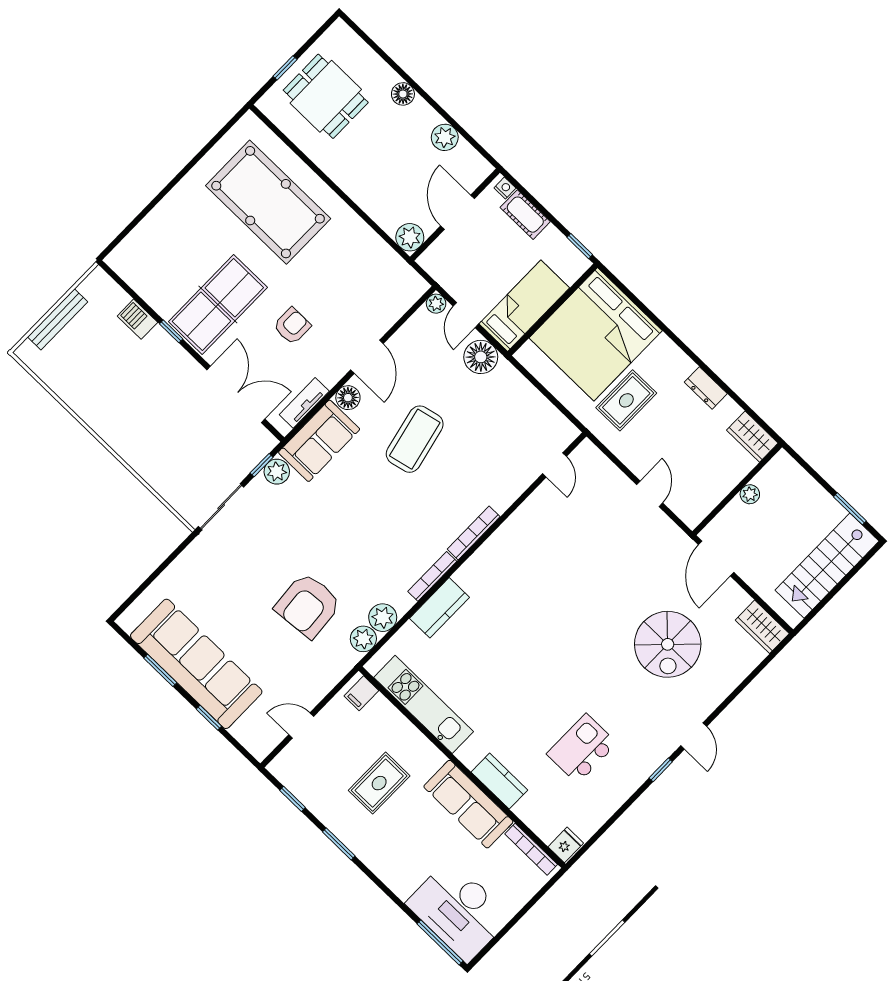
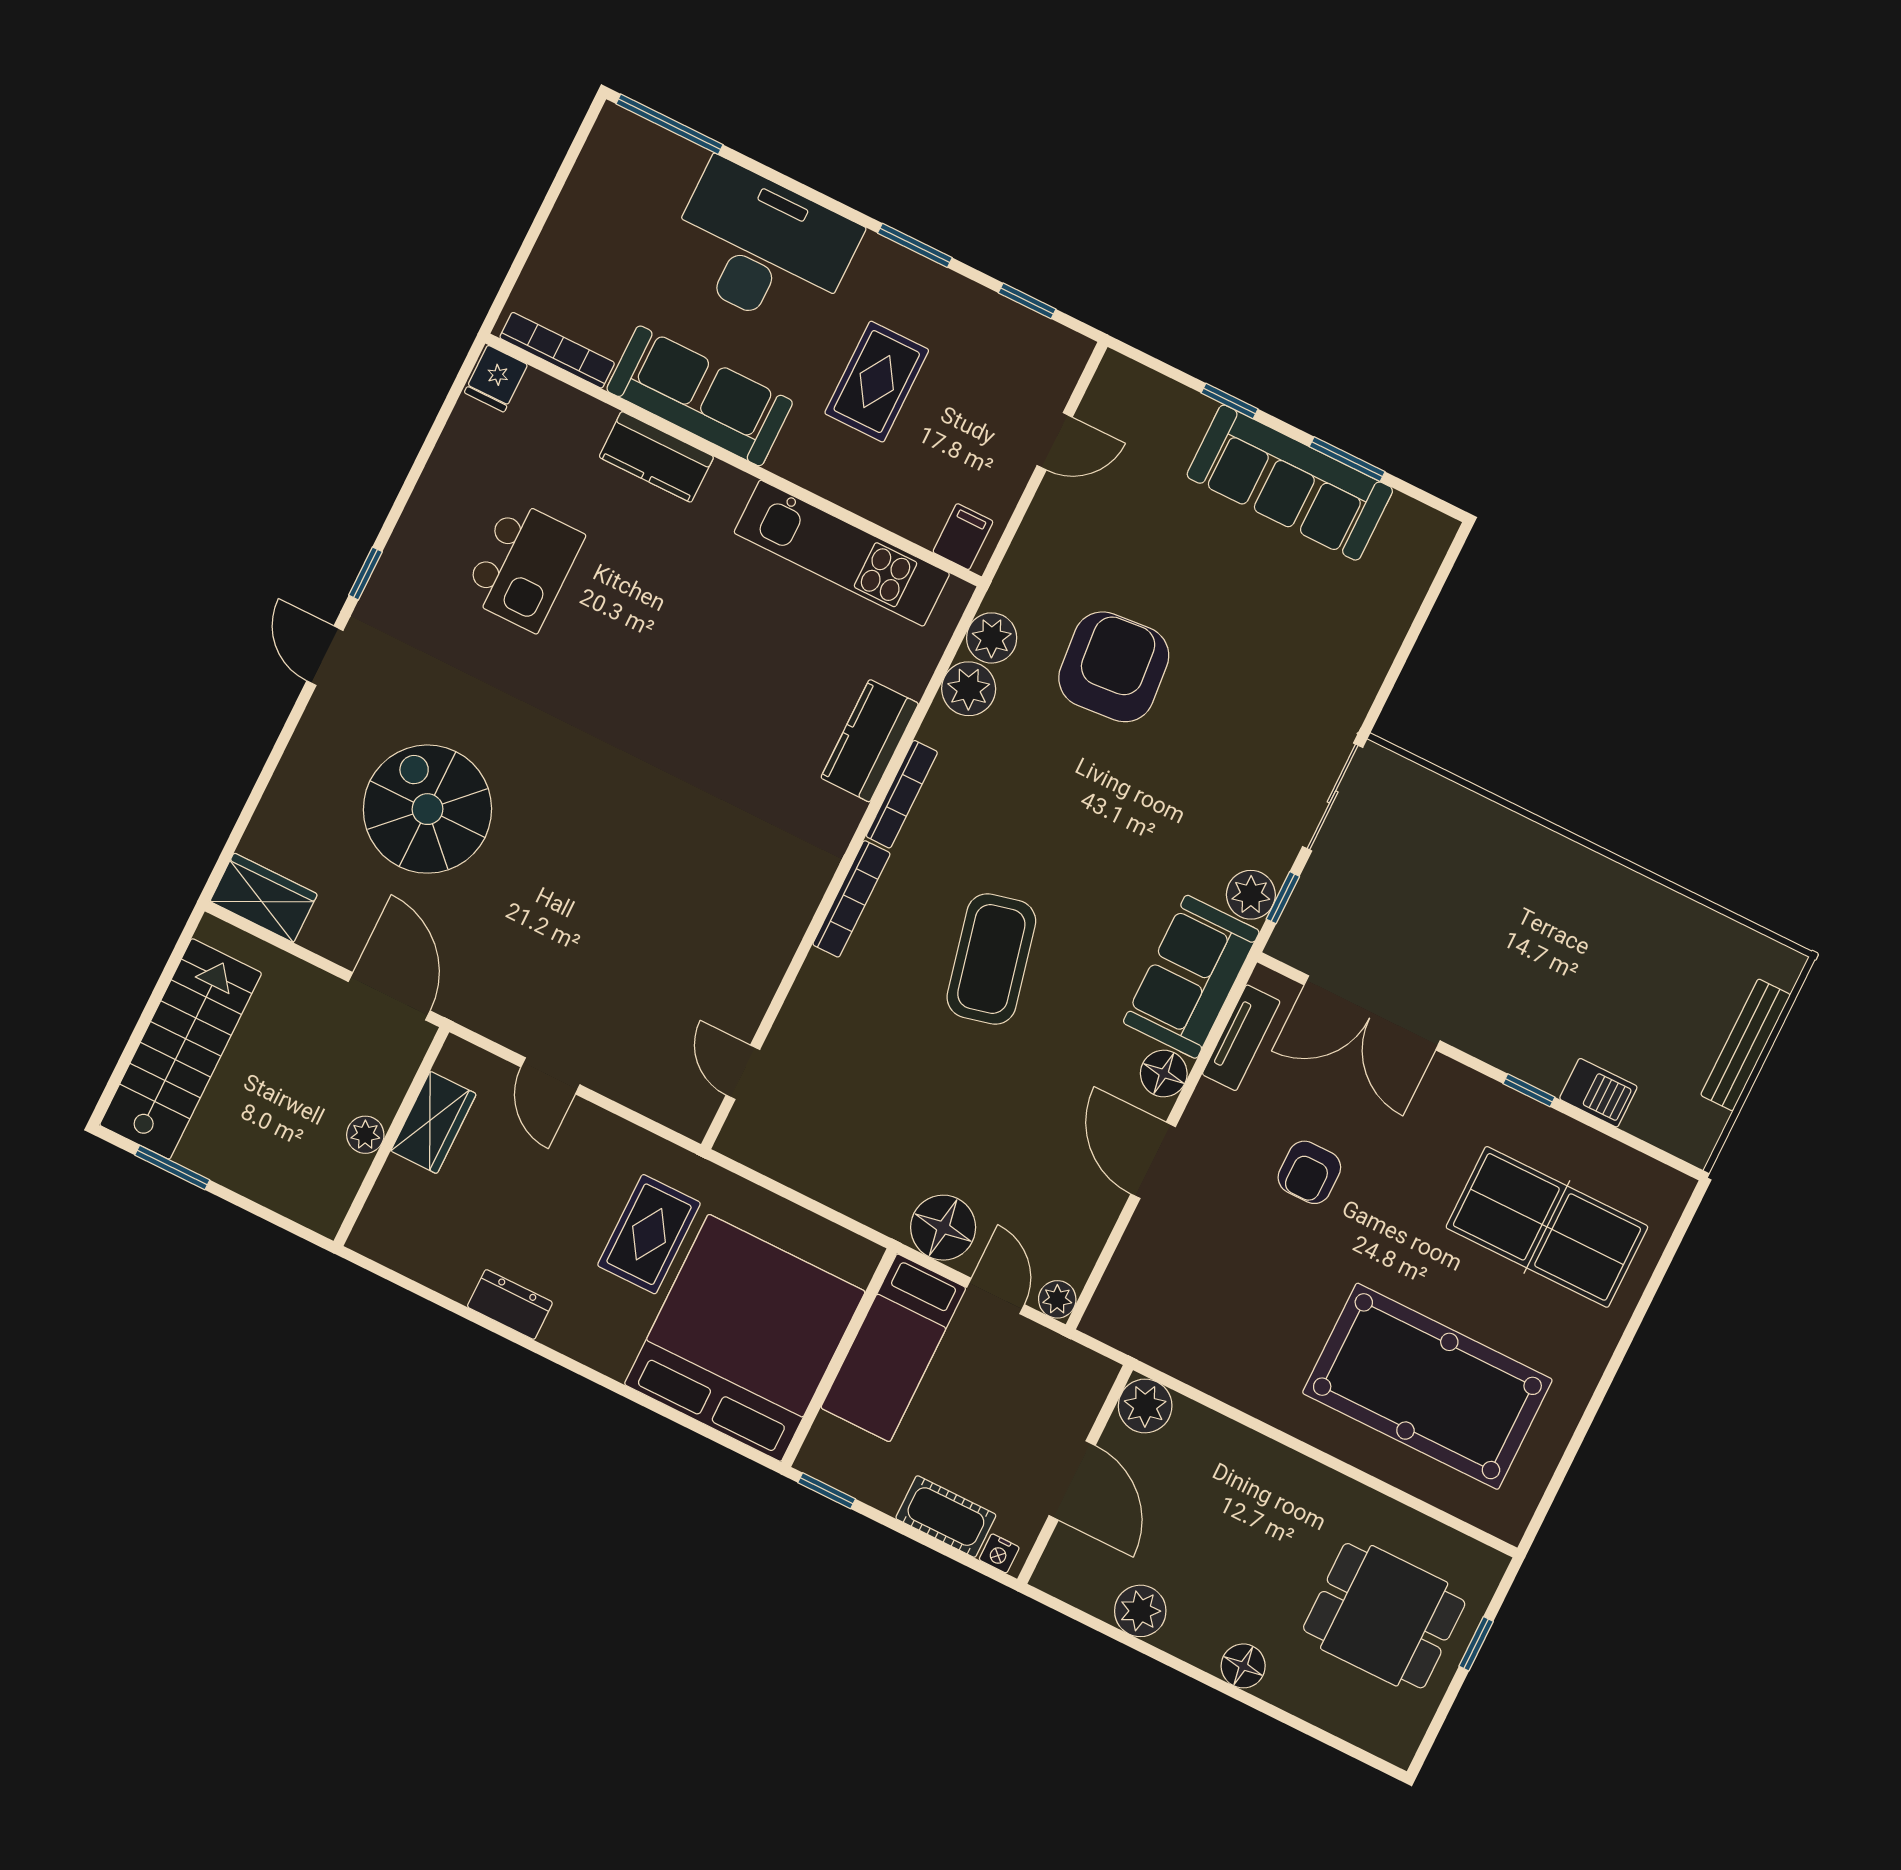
table tennis table: (218, 304) -> (1547, 1227), moved, turned 90
wardrobe: (752, 437) -> (434, 1122), moved, turned 90
coffee table: (415, 439) -> (991, 959), moved
sofa: (196, 664) -> (1290, 483), width x0.74, depth x0.79
desk: (459, 910) -> (762, 247), moved

